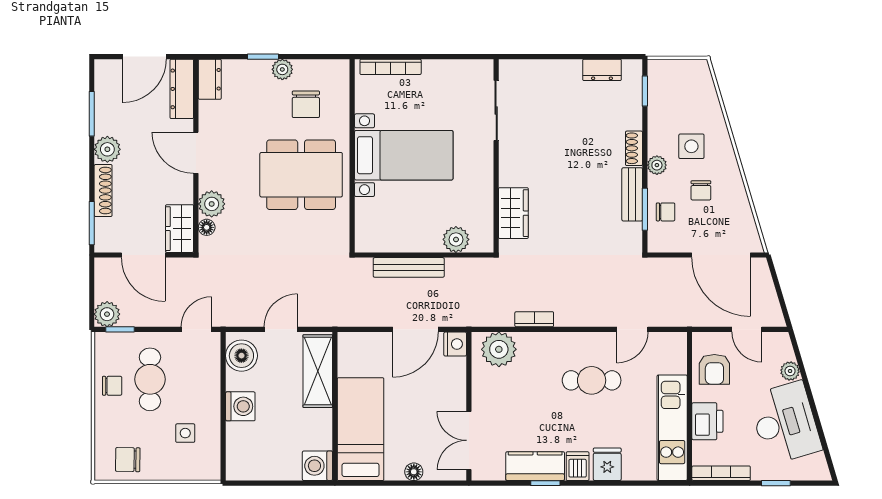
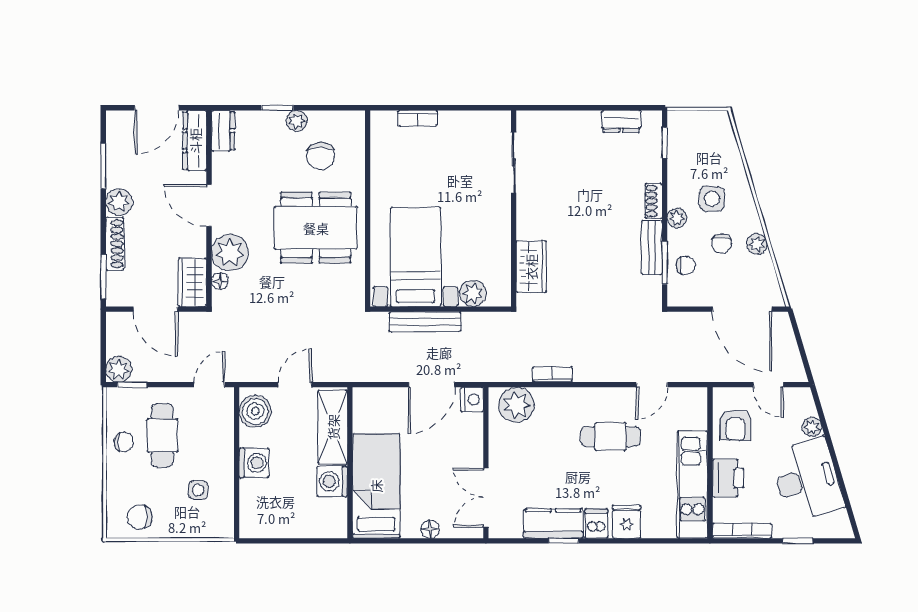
bookcase: (391, 67) -> (418, 118), width x0.64
bed with nightstands: (404, 155) -> (416, 257), moved, turned -90
plant: (736, 191) -> (757, 244), added
plant: (212, 204) -> (230, 252), width x1.36, depth x1.36
washing machine: (317, 466) -> (332, 481), moved

